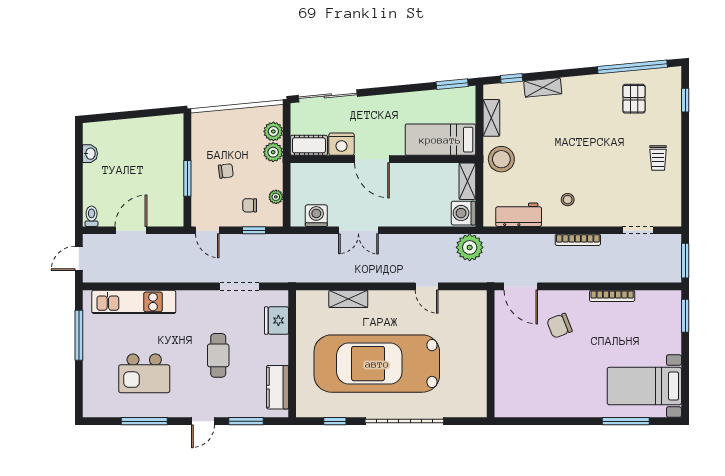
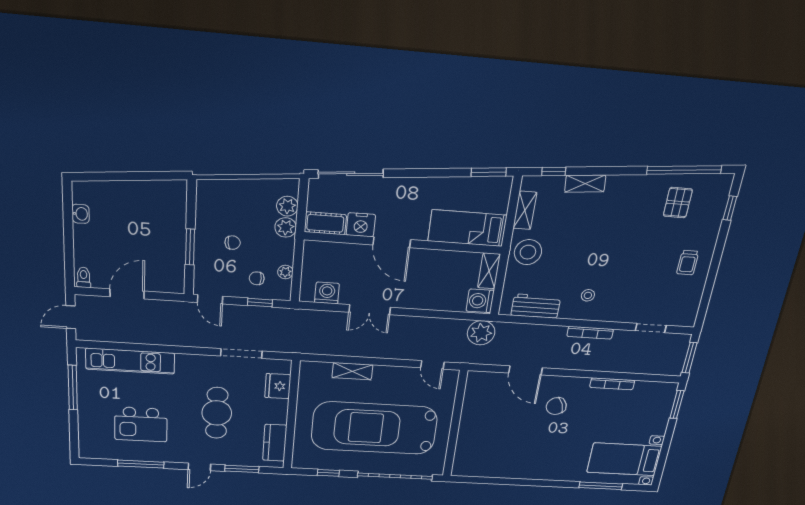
wall: (491, 354) -> (455, 424), moved
cafe table: (218, 355) -> (217, 413), width x1.37, depth x1.35

